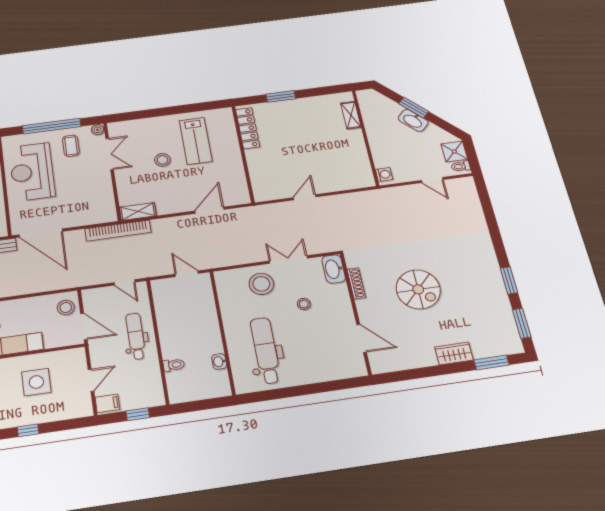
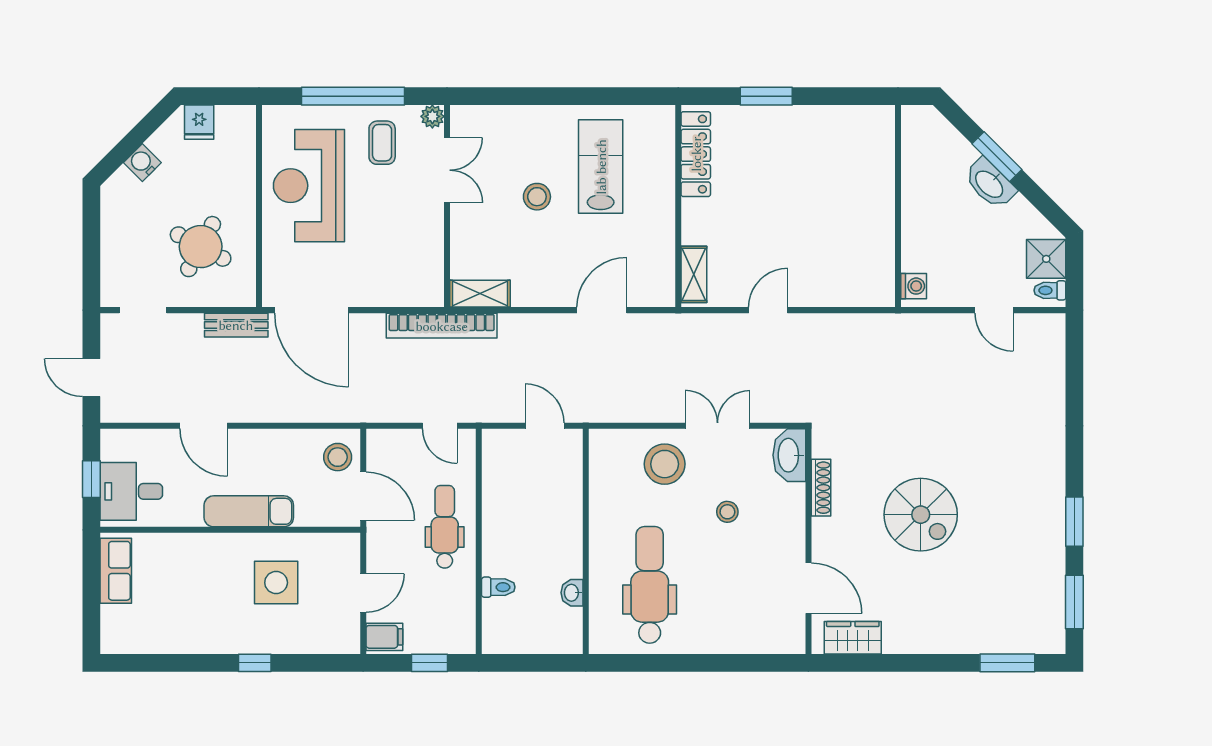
shelving: (351, 115) -> (694, 274), moved
lab bench: (196, 141) -> (601, 167), turned 180
wardrobe: (454, 353) -> (853, 638), moved

